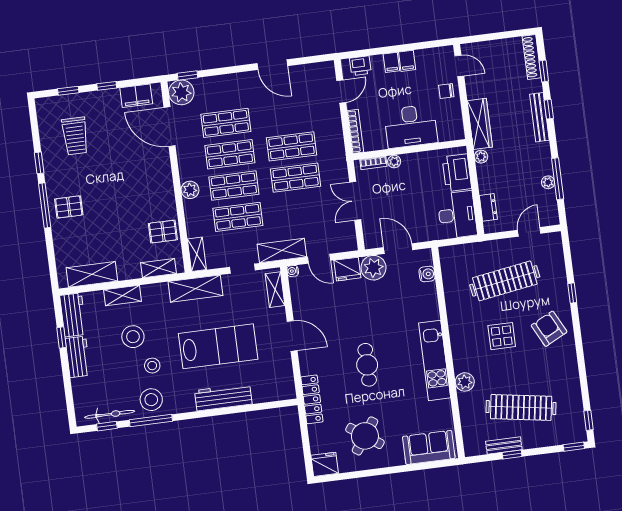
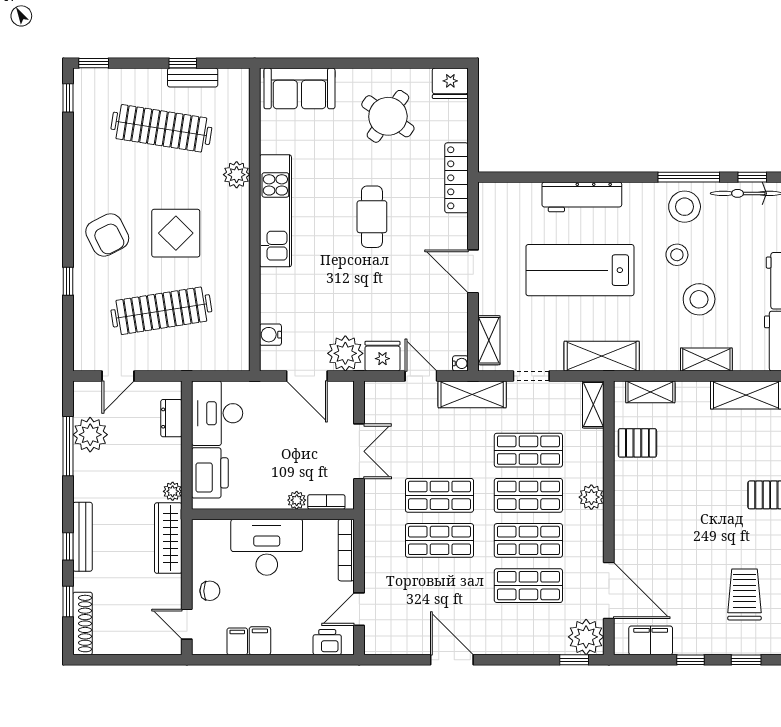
filing cabinet: (391, 62) -> (237, 641), moved
plant: (548, 182) -> (90, 435), width x1.88, depth x1.88
display table: (502, 336) -> (176, 233), width x1.36, depth x1.36

